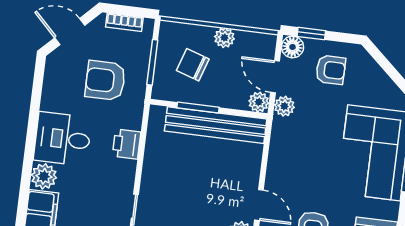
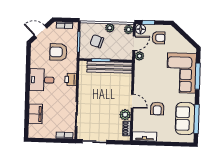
door: (275, 77) -> (134, 43), swing flipped
plant: (259, 102) -> (129, 29), moved
plant: (44, 176) -> (35, 97), removed

